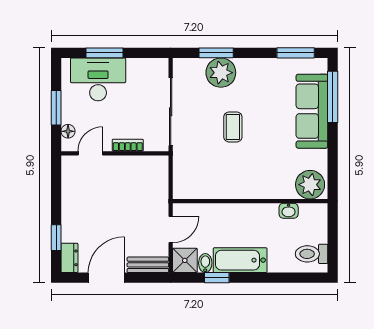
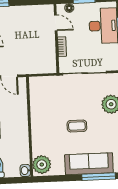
coffee table: (233, 127) -> (77, 126), moved
washbasin: (289, 211) -> (25, 171), moved

